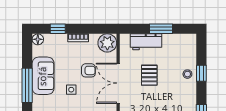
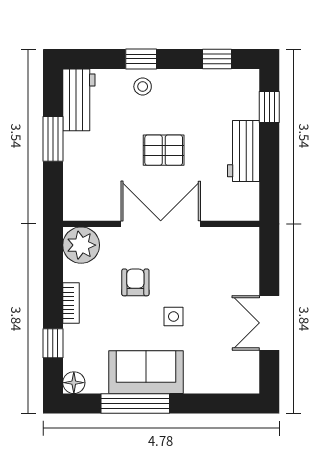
workbench: (146, 42) -> (79, 100), moved
pallet: (149, 75) -> (164, 150), moved
double door: (118, 83) -> (161, 224), swing flipped
window: (27, 85) -> (135, 404), moved

